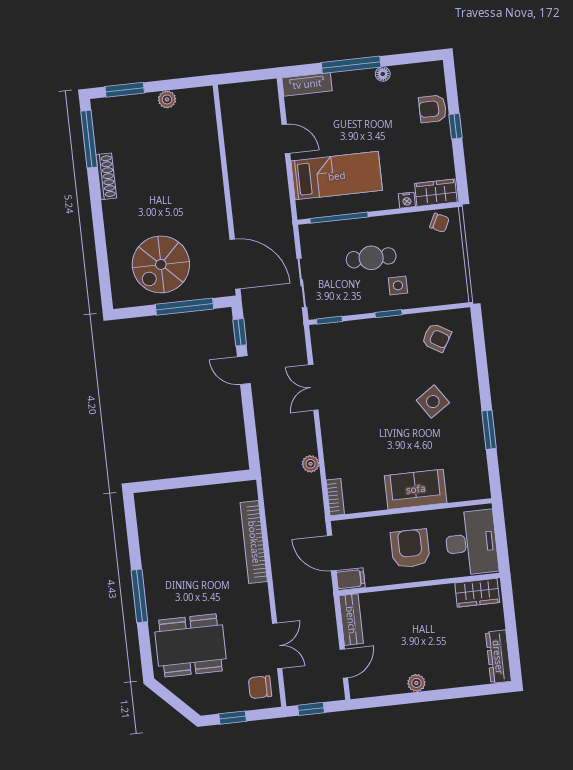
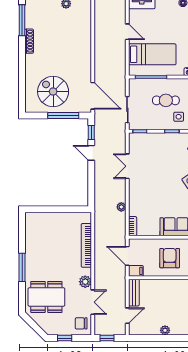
spiral stairs: (161, 264) -> (53, 92), turned 90
plant: (259, 609) -> (85, 282), added

